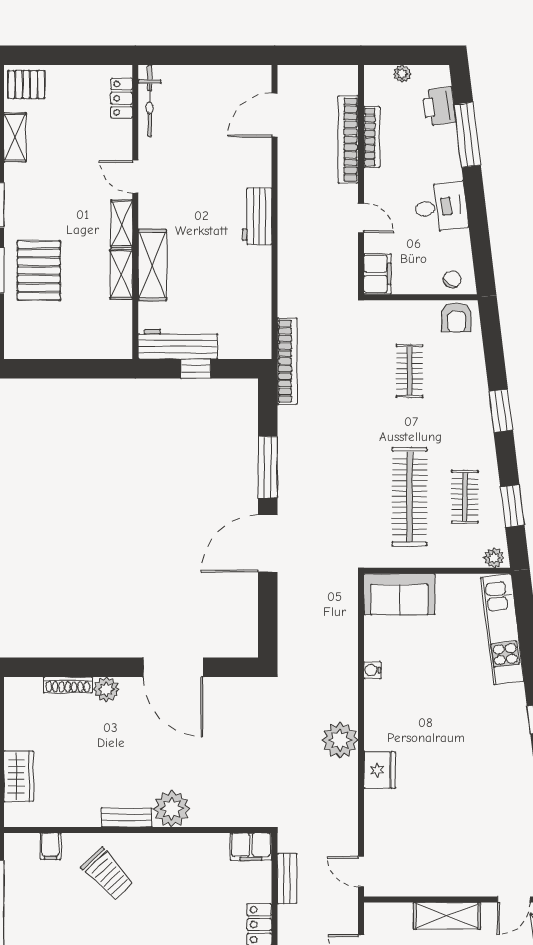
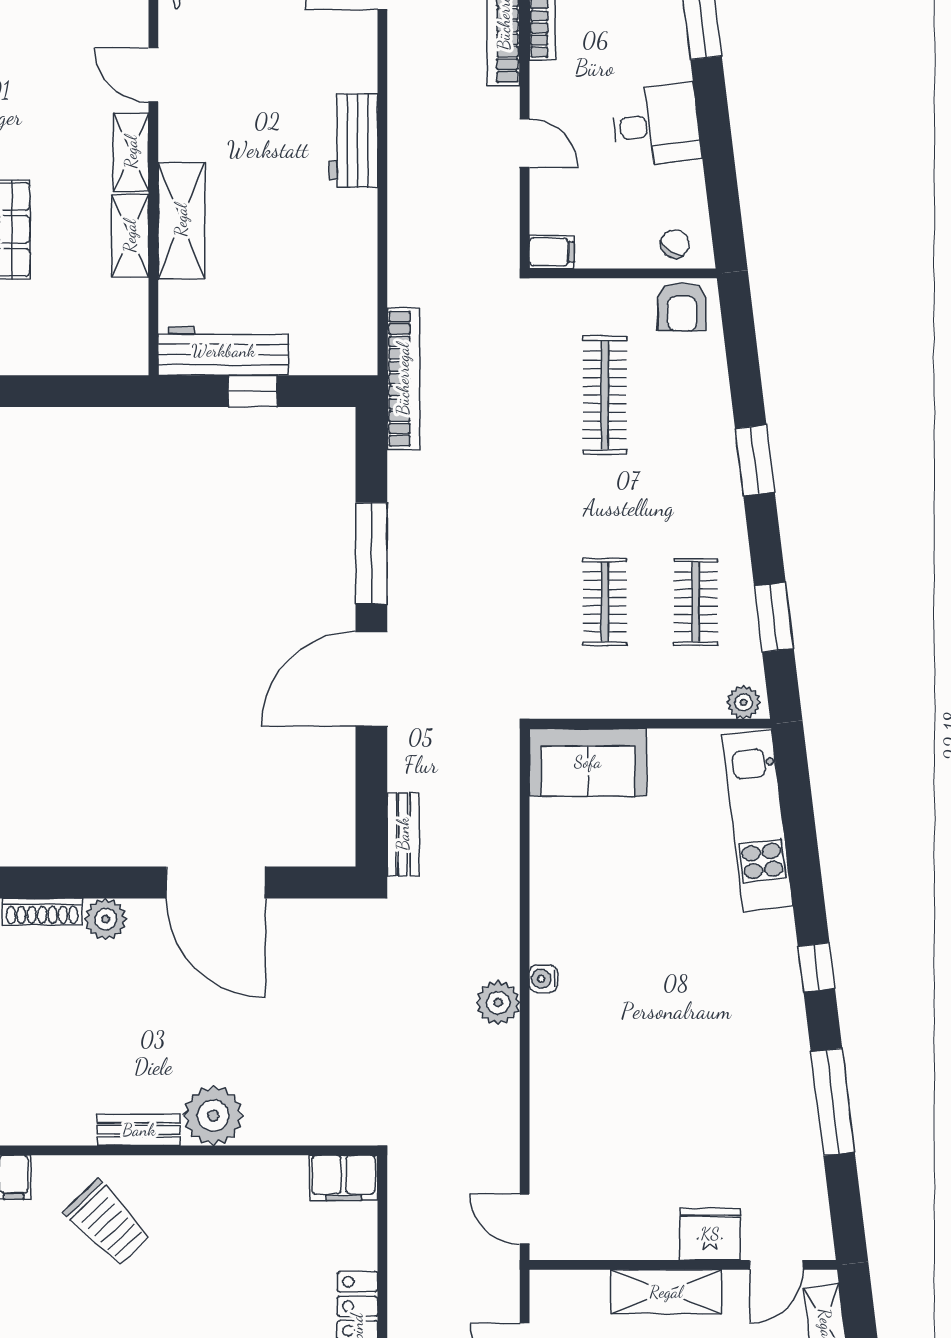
filing cabinet: (377, 274) -> (552, 252), width x0.50
clothes rail: (410, 371) -> (605, 395), width x1.36
clothes rail: (410, 497) -> (605, 602), width x0.54, depth x0.76
water cooler: (372, 670) -> (543, 979), moved
plant: (340, 740) -> (498, 1003), width x0.73, depth x0.73
fridge: (380, 770) -> (710, 1234), moved, turned -90
bench: (287, 879) -> (403, 834), moved

